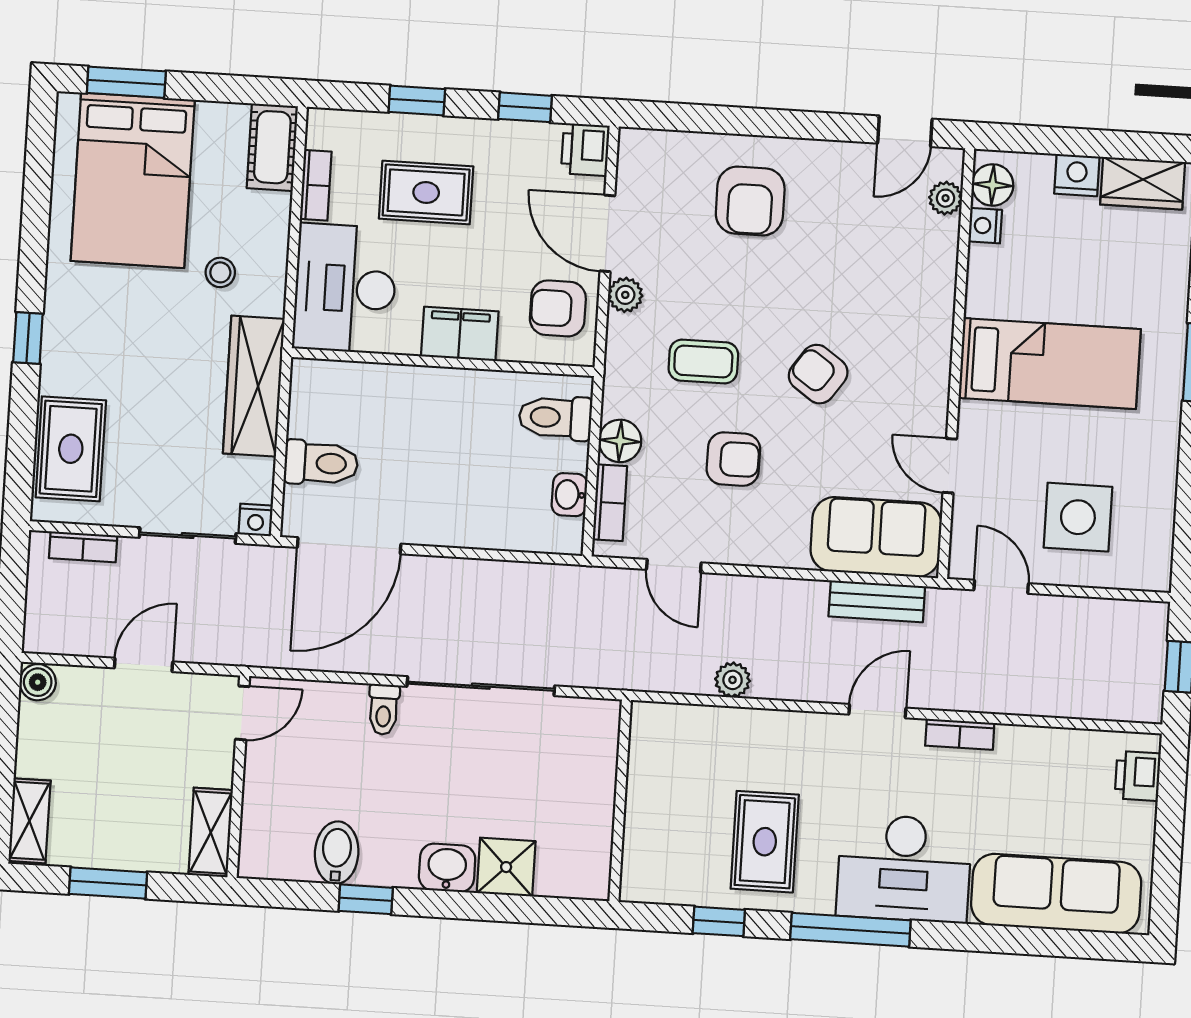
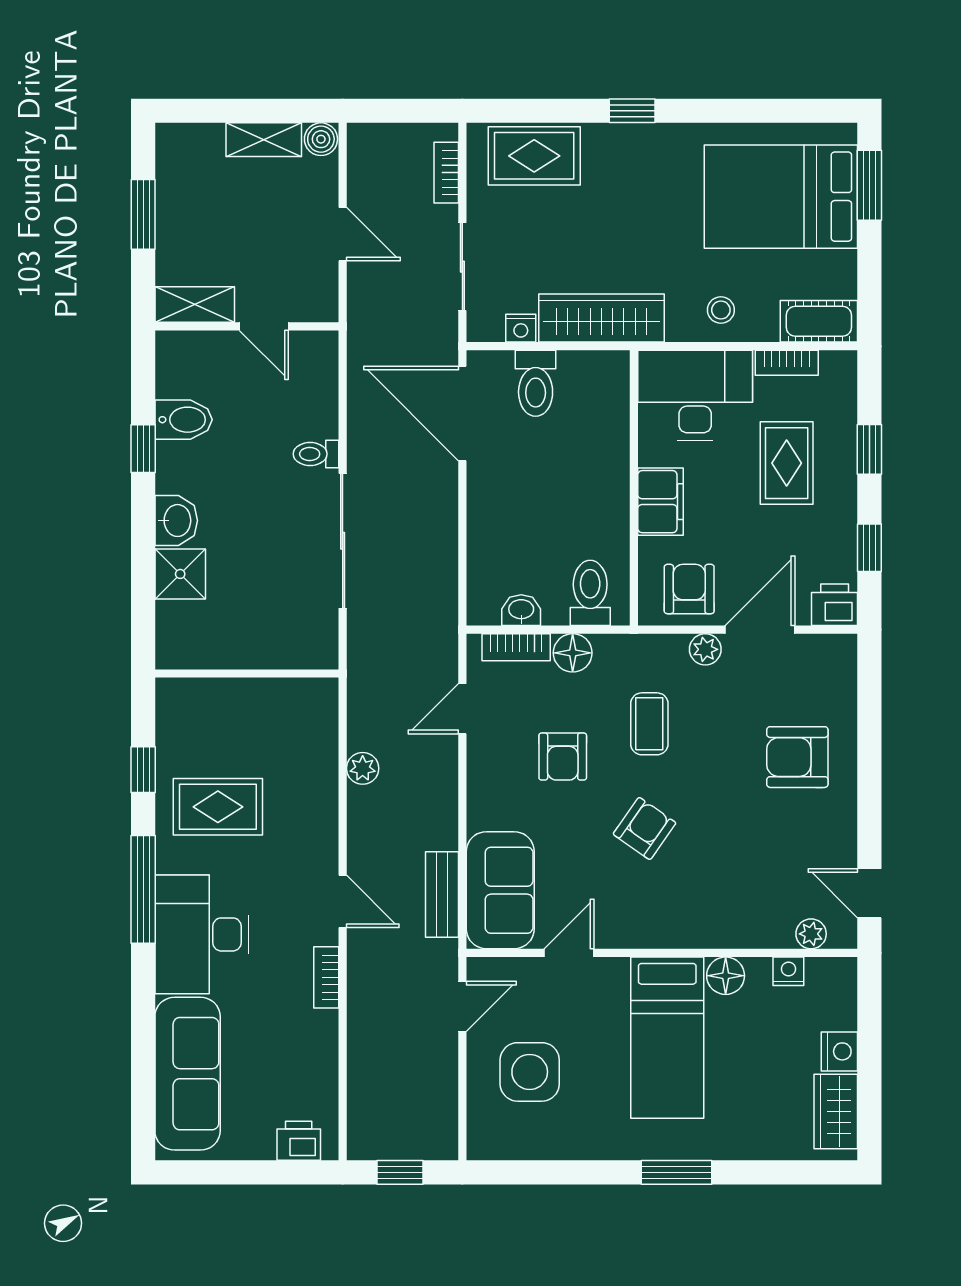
floor lamp: (993, 185) -> (726, 976), moved
stool: (220, 272) -> (721, 310), moved
nightstand: (256, 520) -> (521, 328), moved, turned -90
door: (242, 713) -> (264, 326), moved
shelving: (29, 821) -> (264, 140), moved

